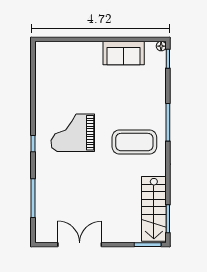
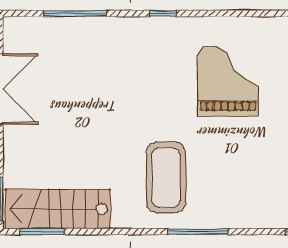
grand piano: (73, 133) -> (228, 81), moved

